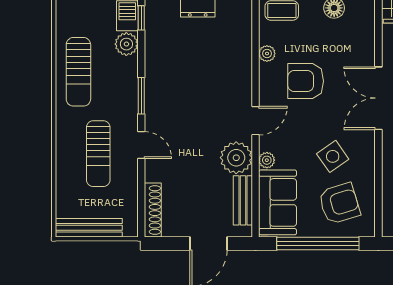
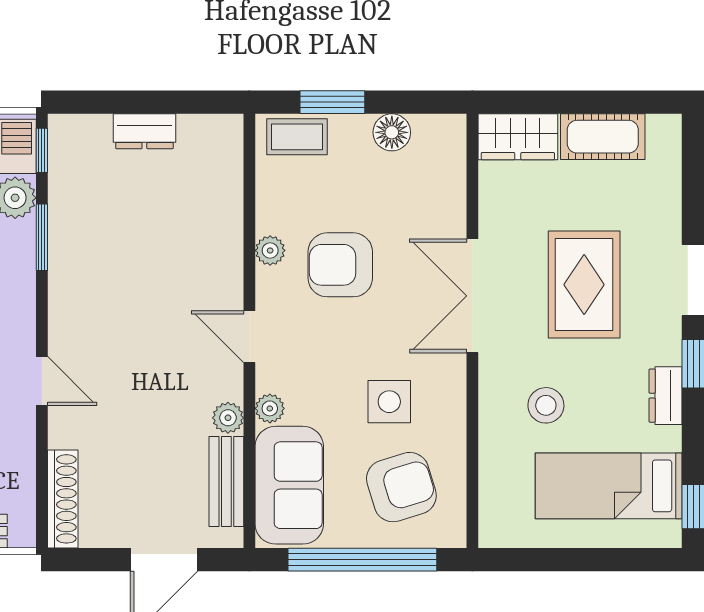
plant: (267, 54) -> (270, 250), moved
window: (141, 96) -> (42, 237), moved
door: (256, 121) -> (249, 337), swing flipped
side table: (333, 156) -> (389, 402), turned 35
plant: (236, 158) -> (228, 418), width x0.53, depth x0.53

